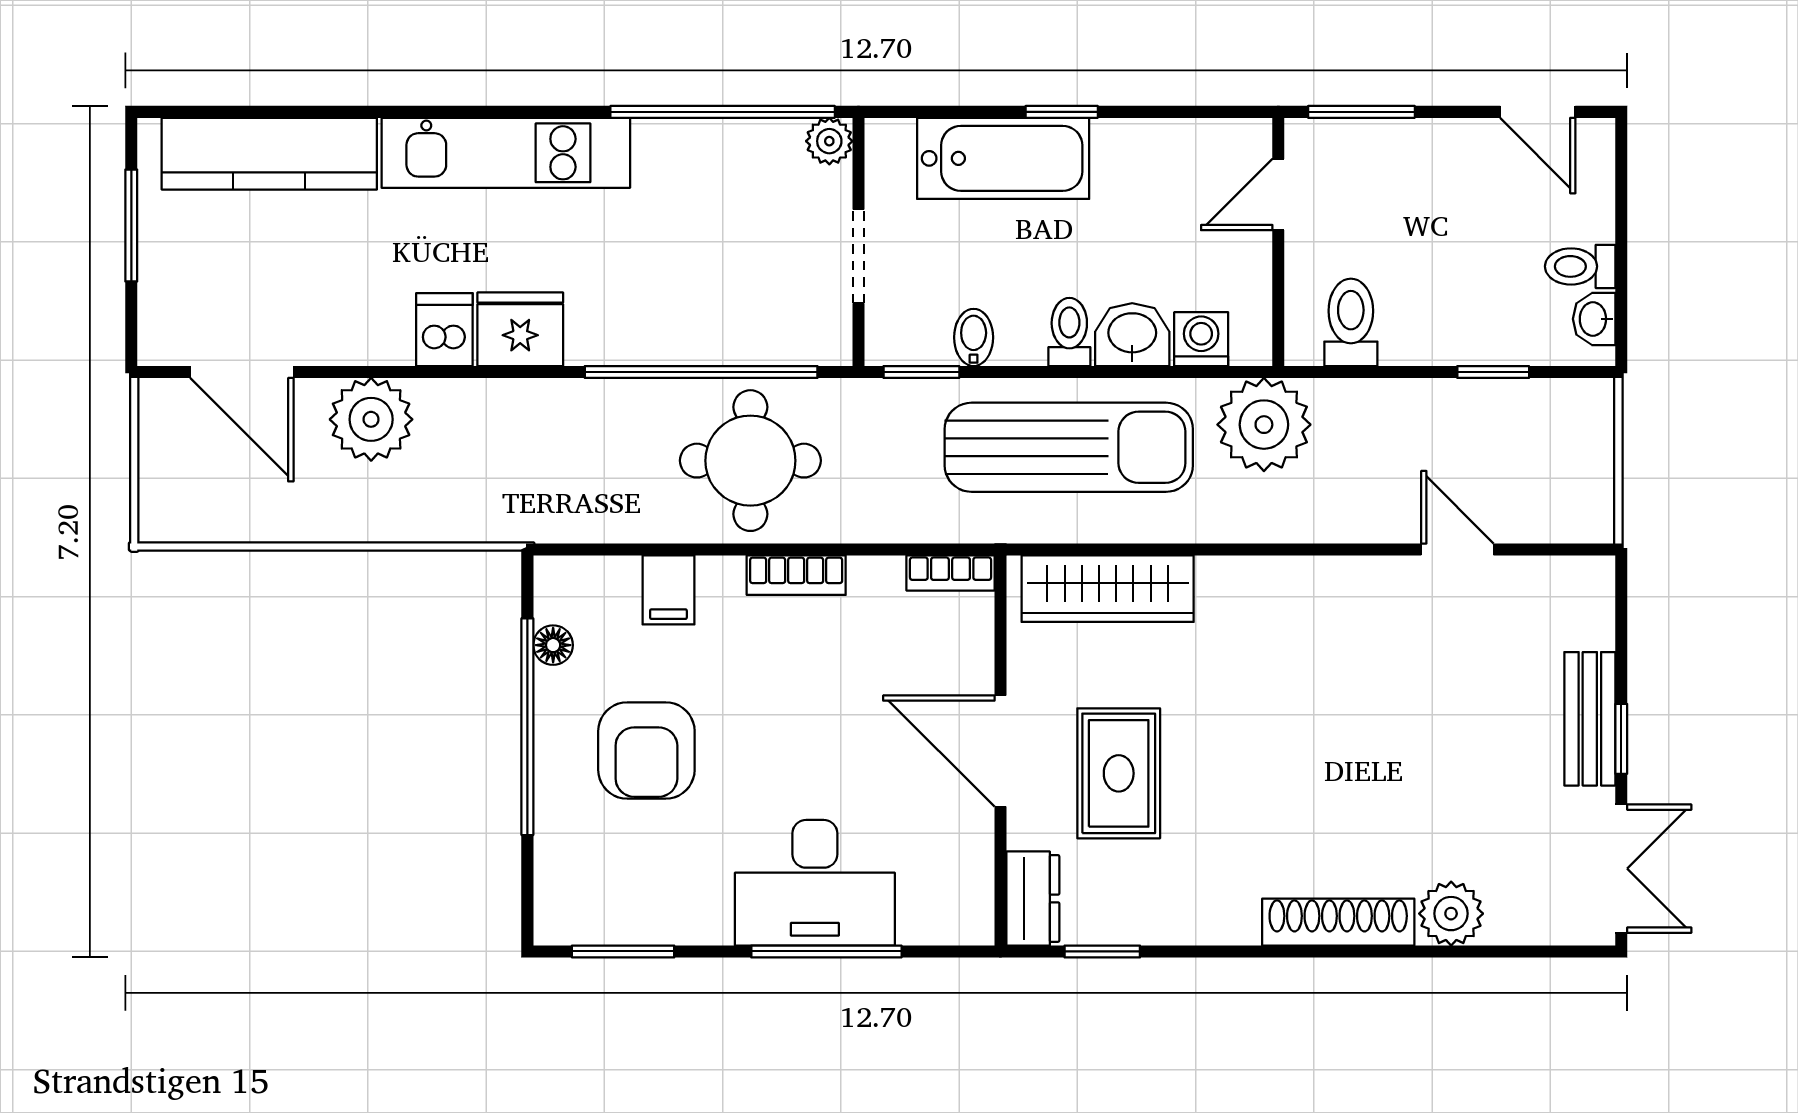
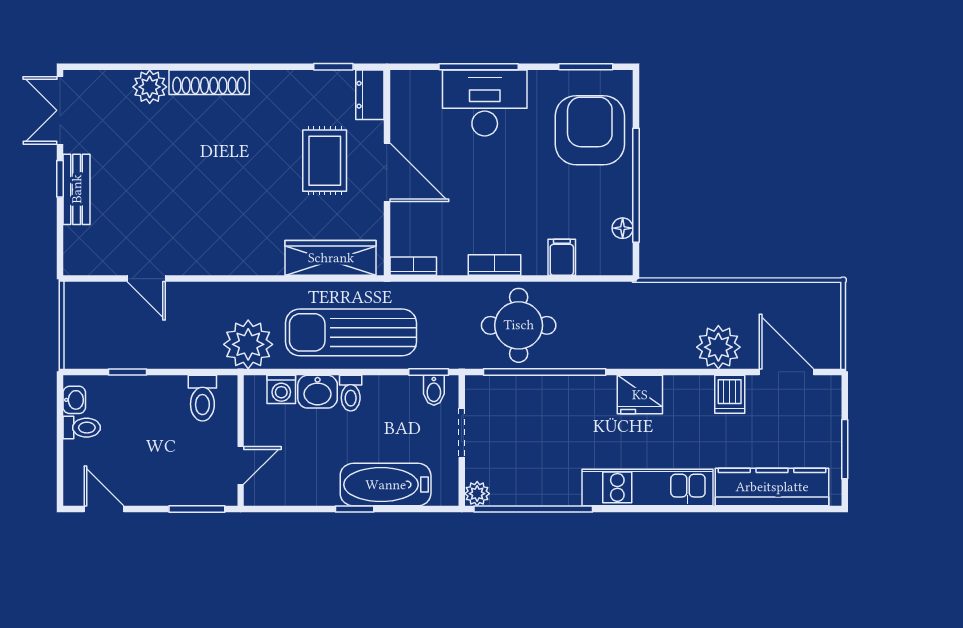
dishwasher: (444, 330) -> (730, 394), moved
bidet: (974, 337) -> (434, 390), moved
armchair: (646, 750) -> (590, 130), moved, width x1.36, depth x1.36

